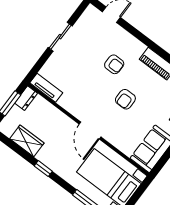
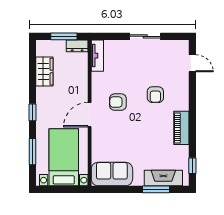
armchair: (125, 99) -> (118, 102), moved
window: (43, 169) -> (32, 112), moved

